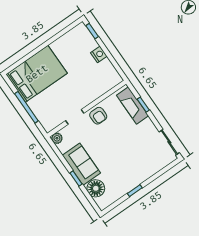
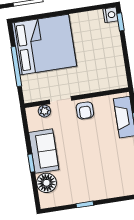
nightstand: (99, 54) -> (110, 15), moved
bed: (37, 74) -> (44, 45), width x1.36
plant: (57, 138) -> (44, 111), moved

